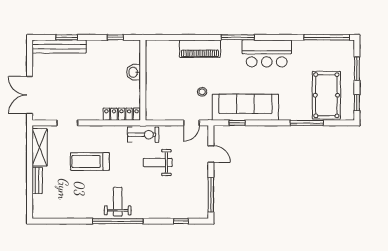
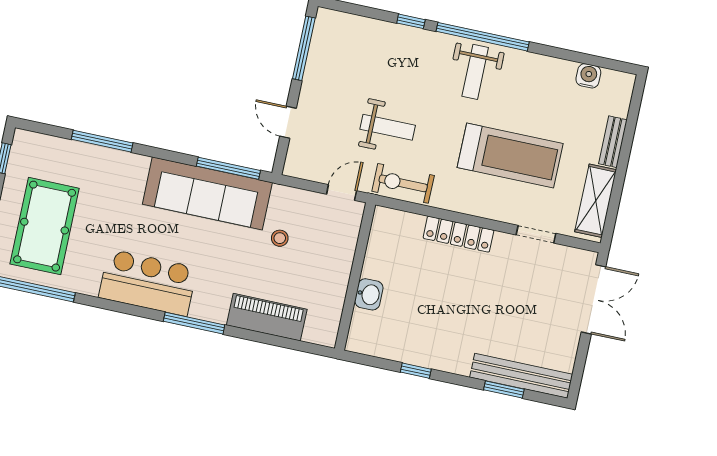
washbasin: (134, 72) -> (369, 294), moved
wall: (143, 80) -> (355, 276), moved
pool table: (326, 95) -> (45, 226), moved
locker: (121, 114) -> (458, 234), moved
door: (191, 123) -> (342, 193), moved
window: (237, 123) -> (228, 168), width x2.17
treadmill: (90, 162) -> (510, 155), width x1.37, depth x1.38
water cooler: (58, 212) -> (588, 76), added
window: (181, 221) -> (411, 21), moved

